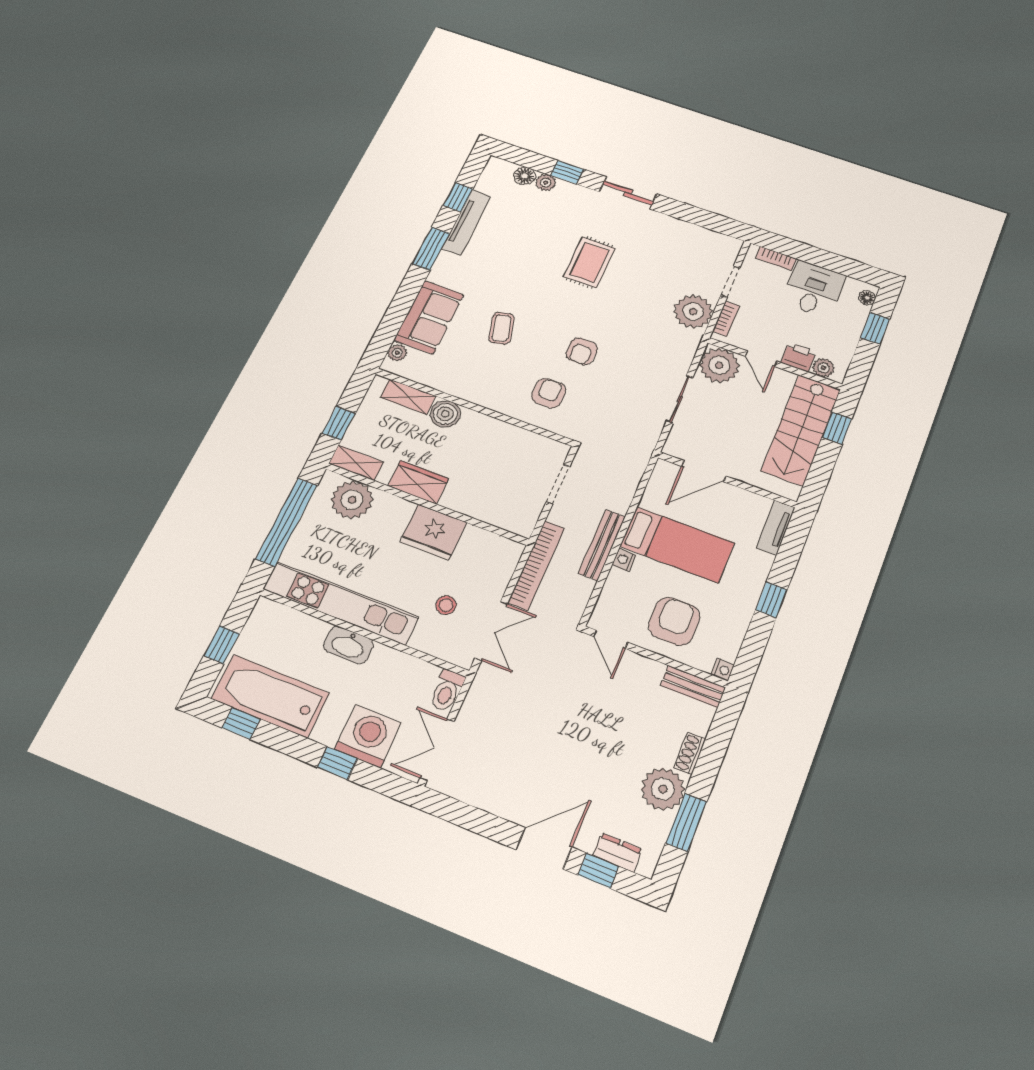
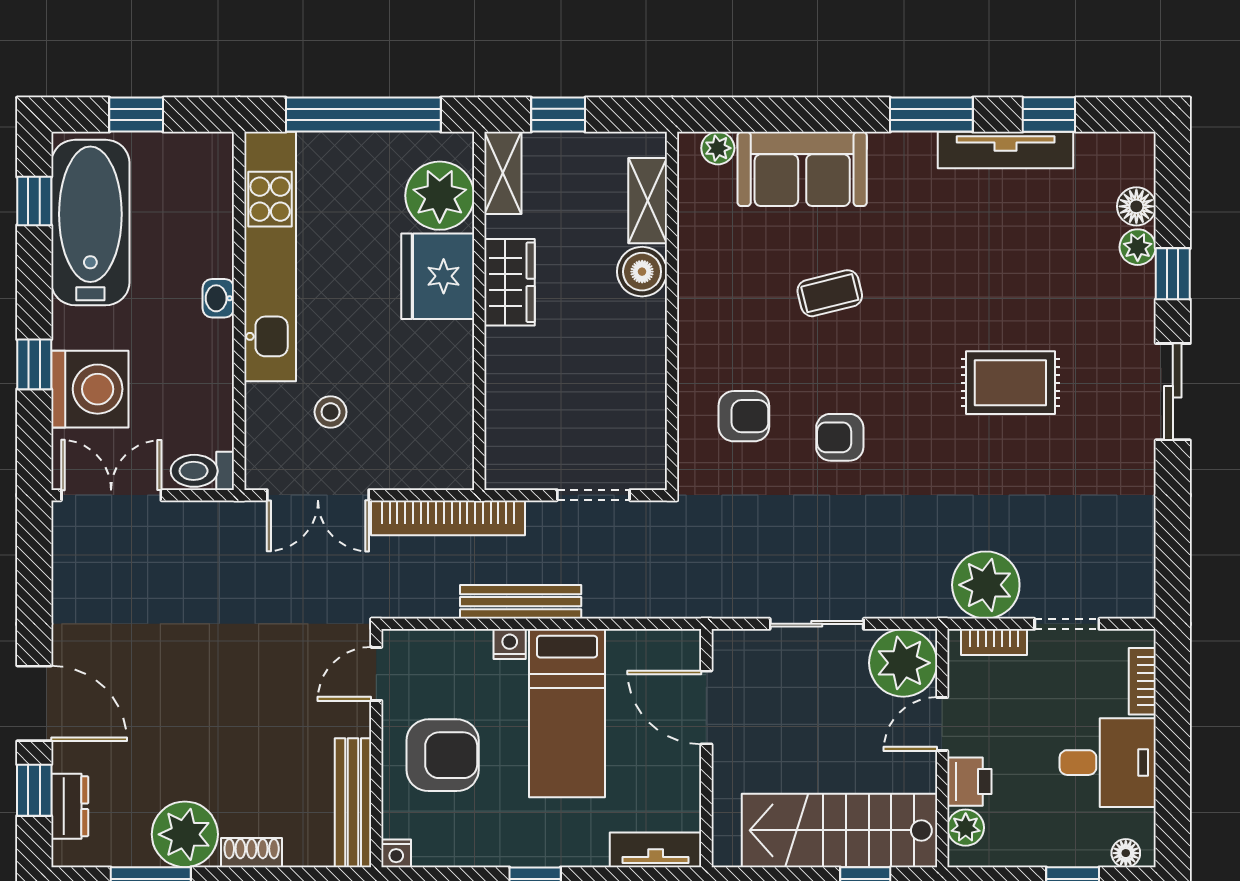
fridge: (433, 532) -> (438, 276), moved
washbasin: (348, 645) -> (218, 298), width x0.52, depth x0.69
bench: (693, 687) -> (353, 803), width x1.36

